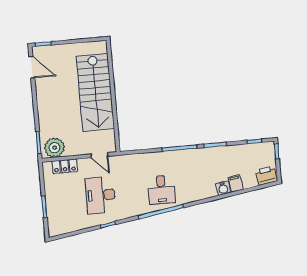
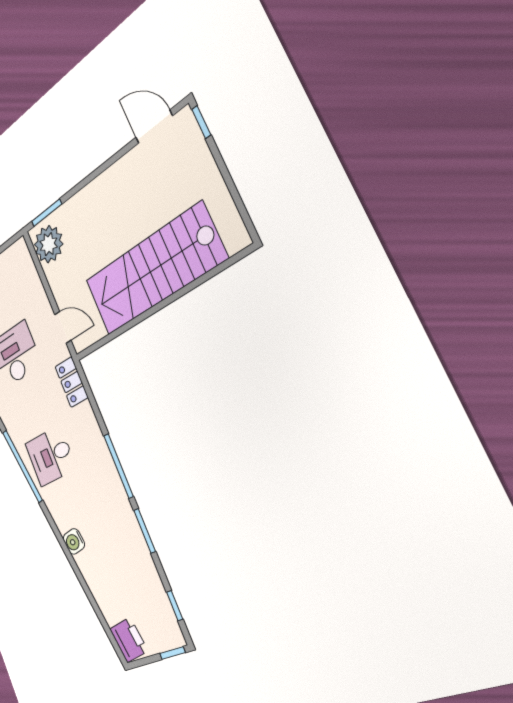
door: (32, 67) -> (154, 127), swing flipped
door: (100, 155) -> (63, 327), swing flipped
locker: (65, 166) -> (72, 382), moved
filing cabinet: (235, 183) -> (100, 585), removed
water cooler: (223, 188) -> (74, 541), moved

